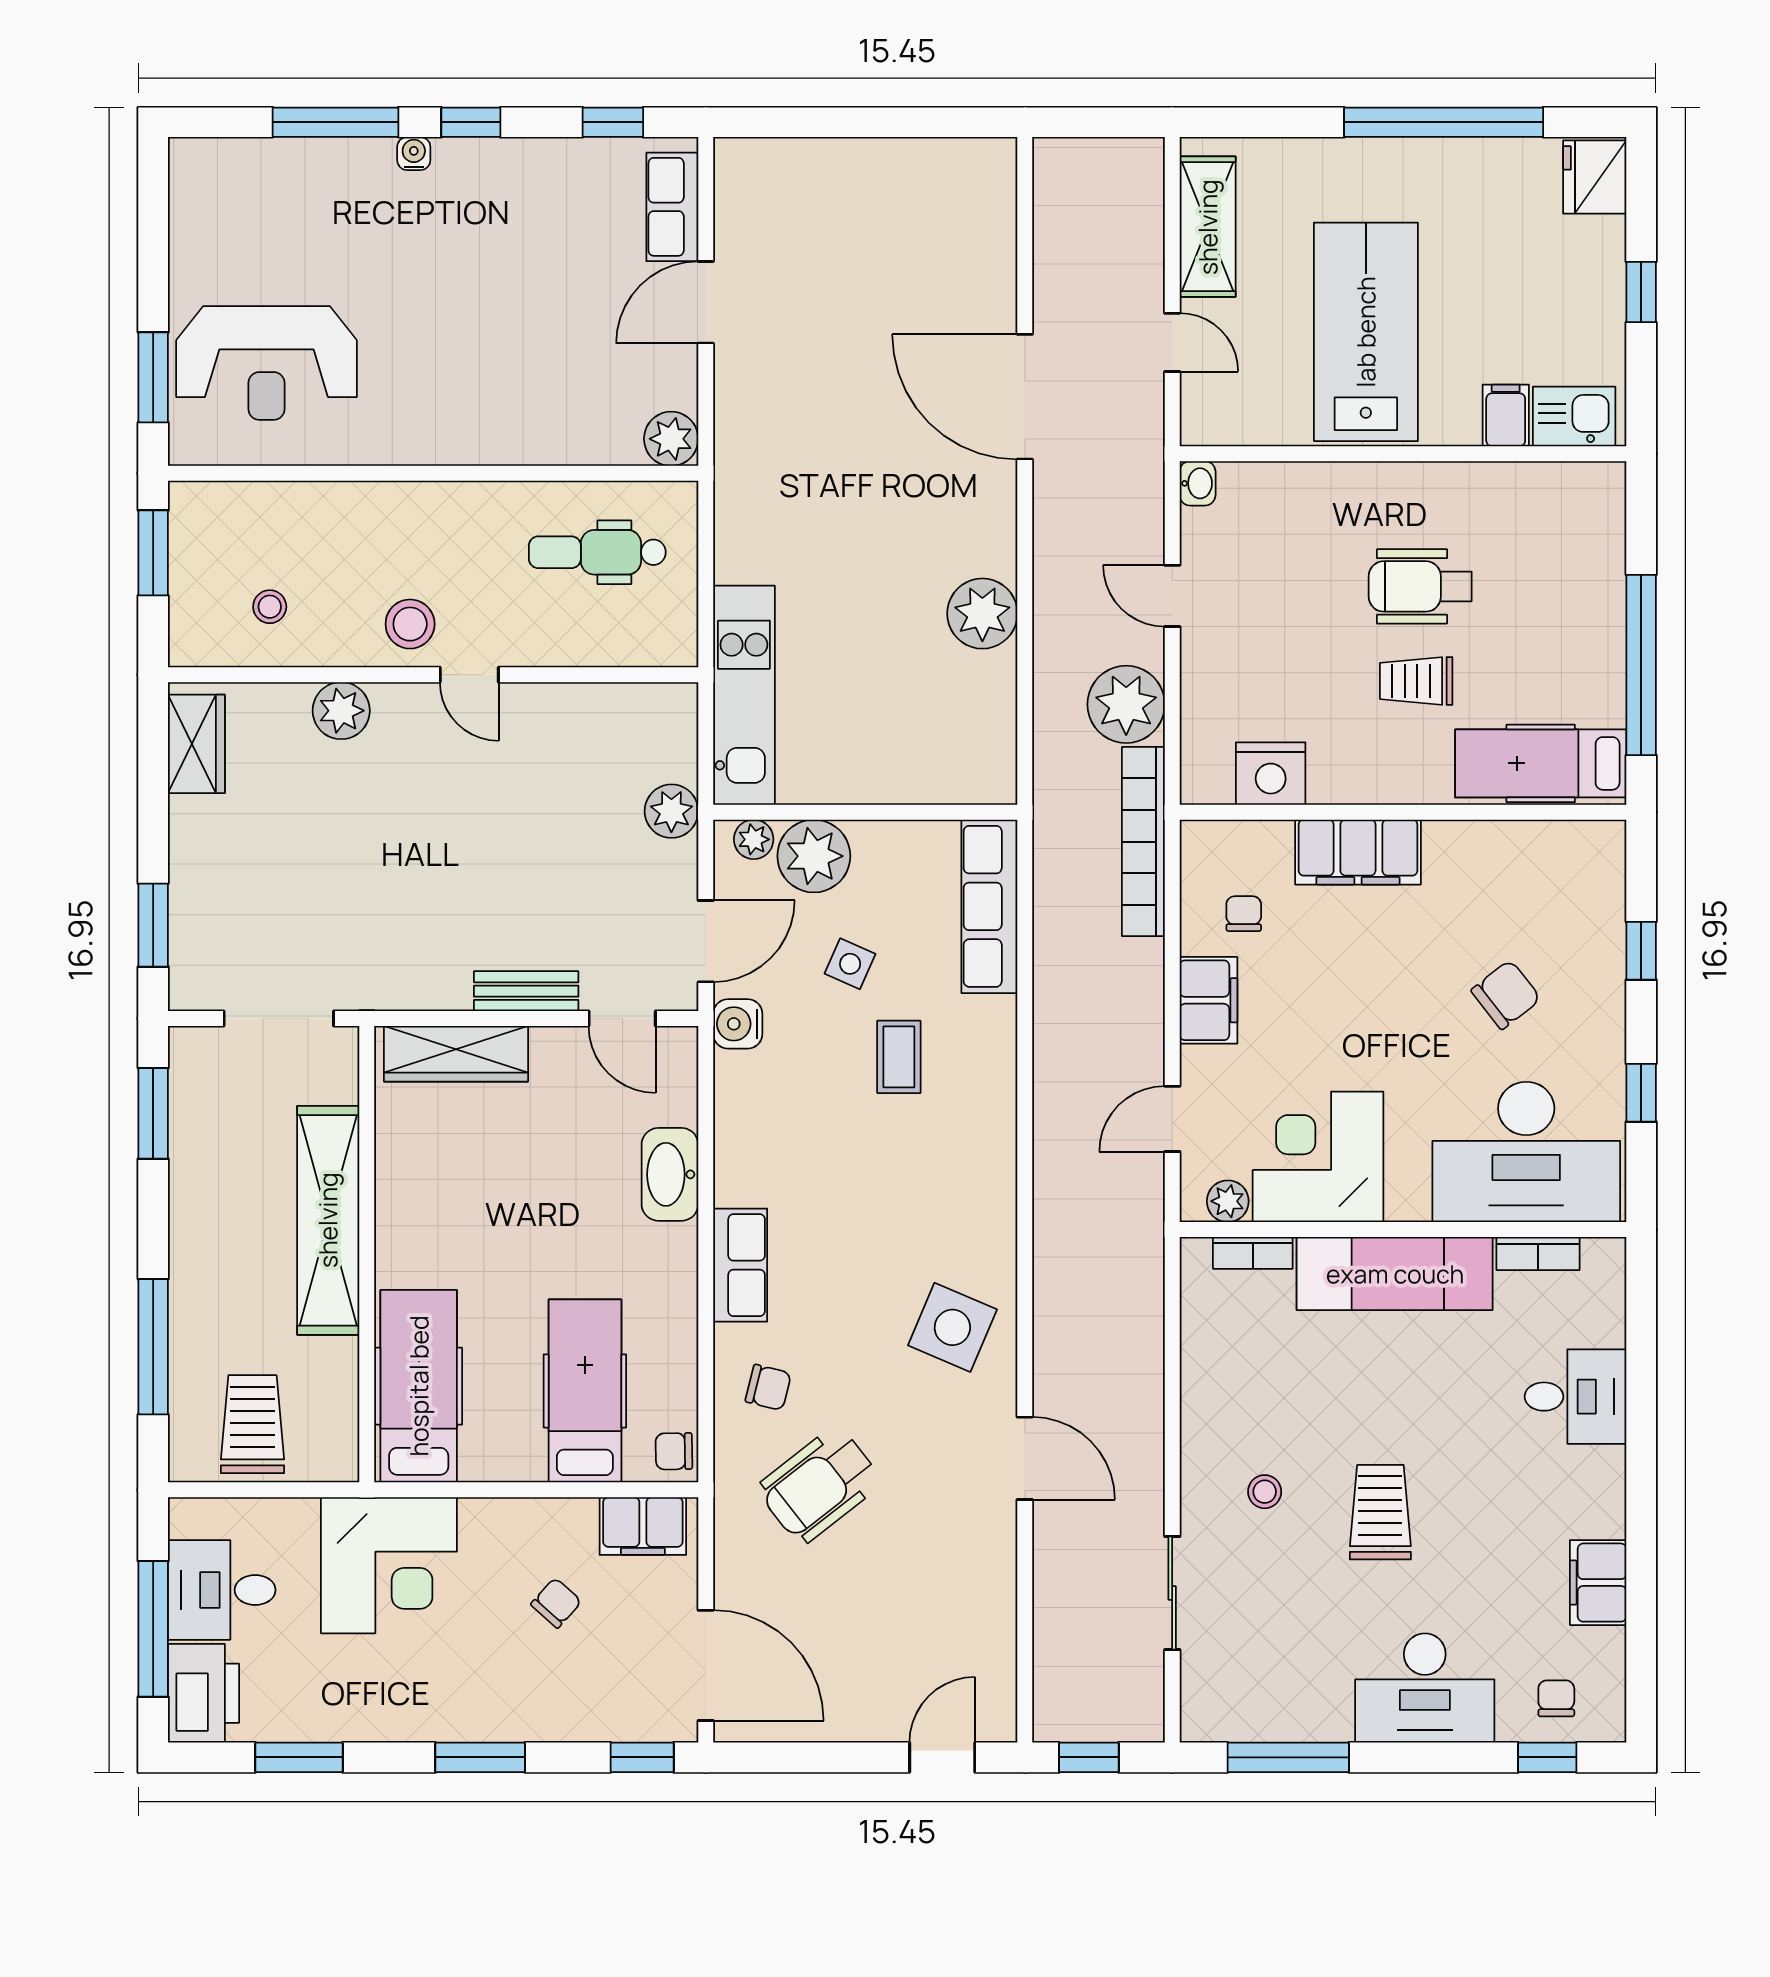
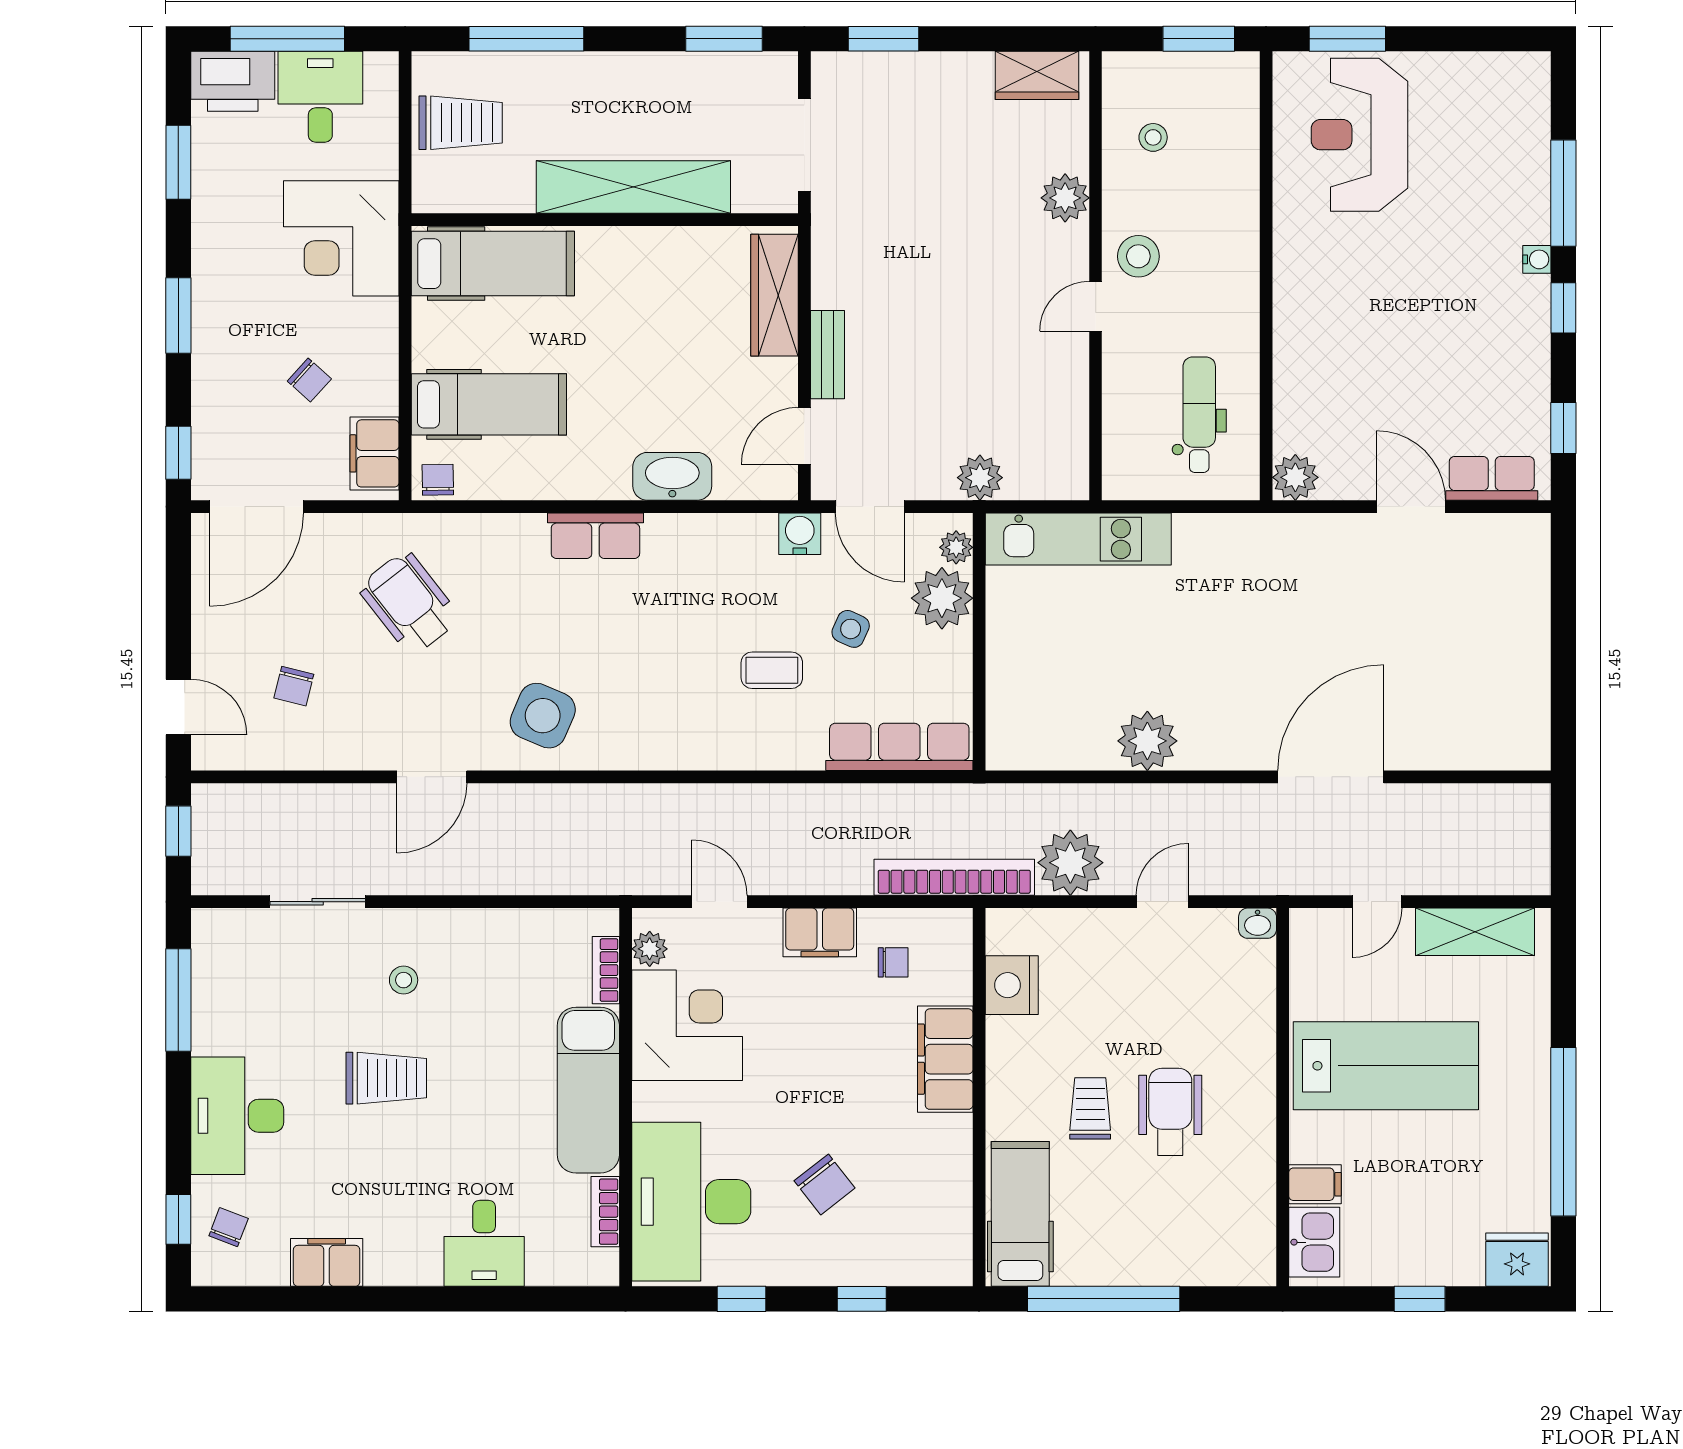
chair: (768, 1387) -> (294, 686), moved
chair: (1556, 1698) -> (229, 1227), turned -69

